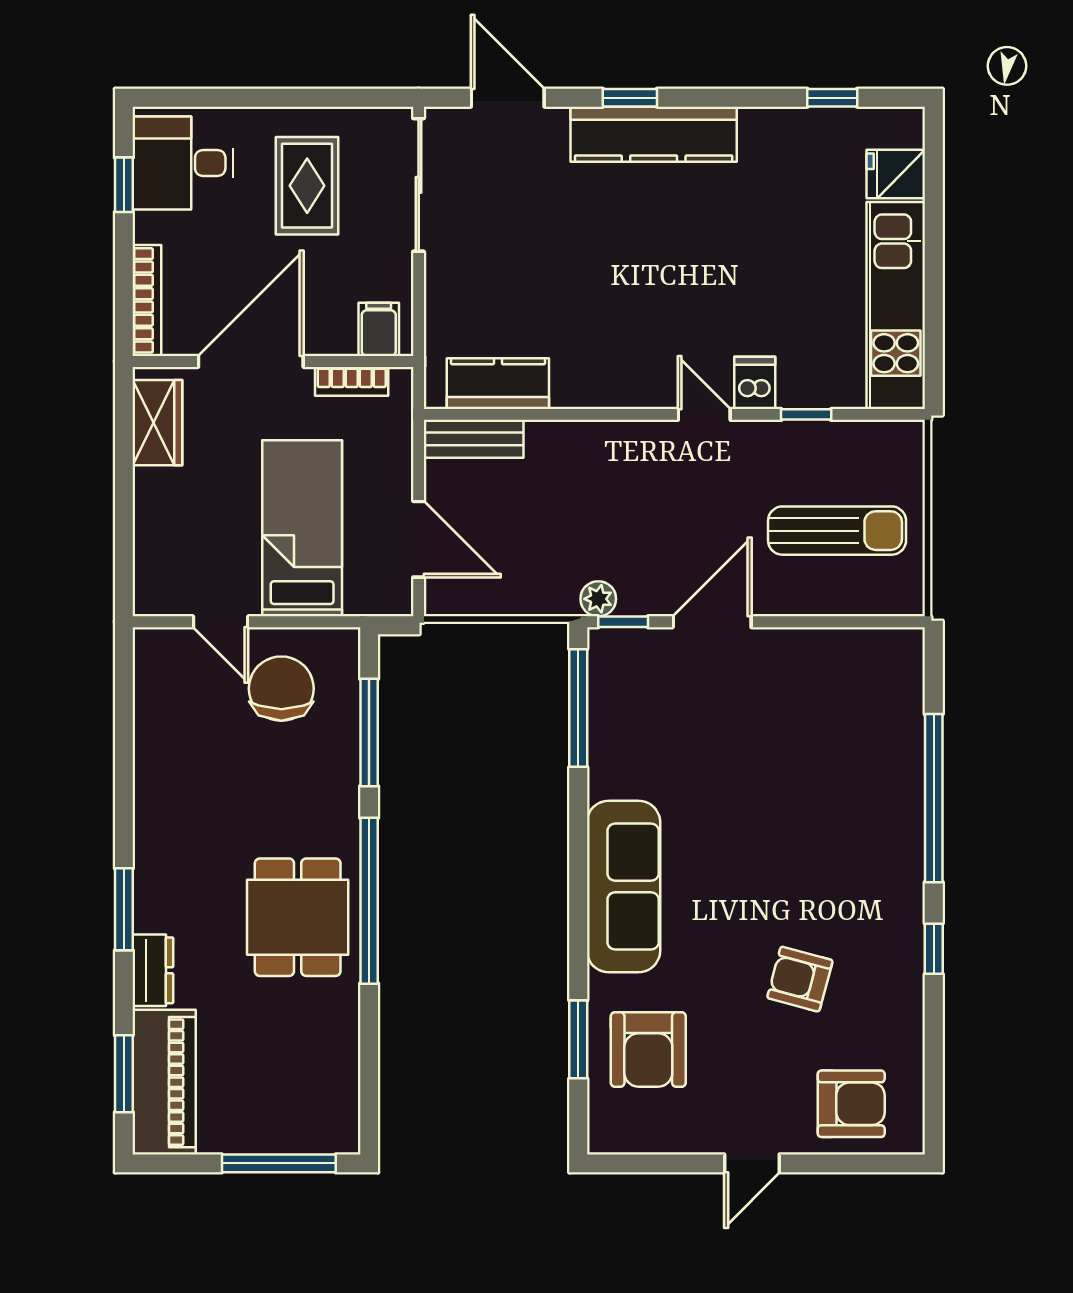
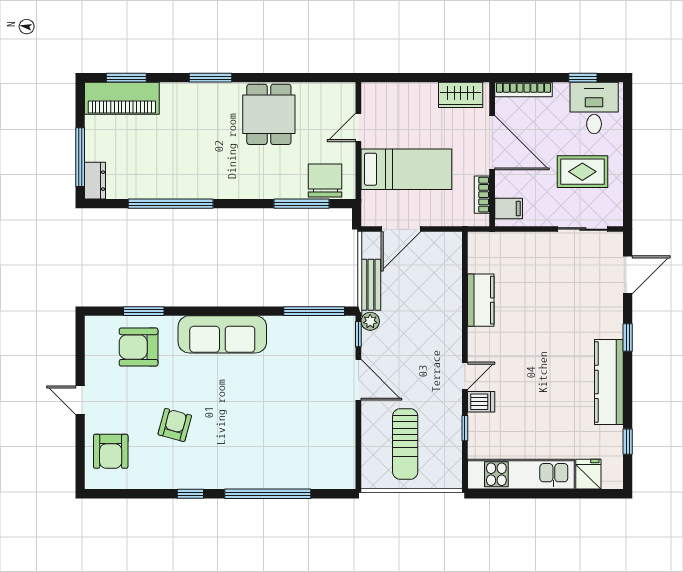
kitchen counter: (654, 134) -> (609, 382), moved
sliding door: (419, 185) -> (583, 229), width x0.73
kitchen counter: (498, 384) -> (481, 300), moved
bench: (474, 439) -> (371, 285), moved
chair: (281, 689) -> (325, 181), moved, turned -90
window: (369, 901) -> (171, 204), moved
dining table: (298, 917) -> (269, 114), moved, turned 90
dresser: (153, 970) -> (95, 181), moved, turned -90

